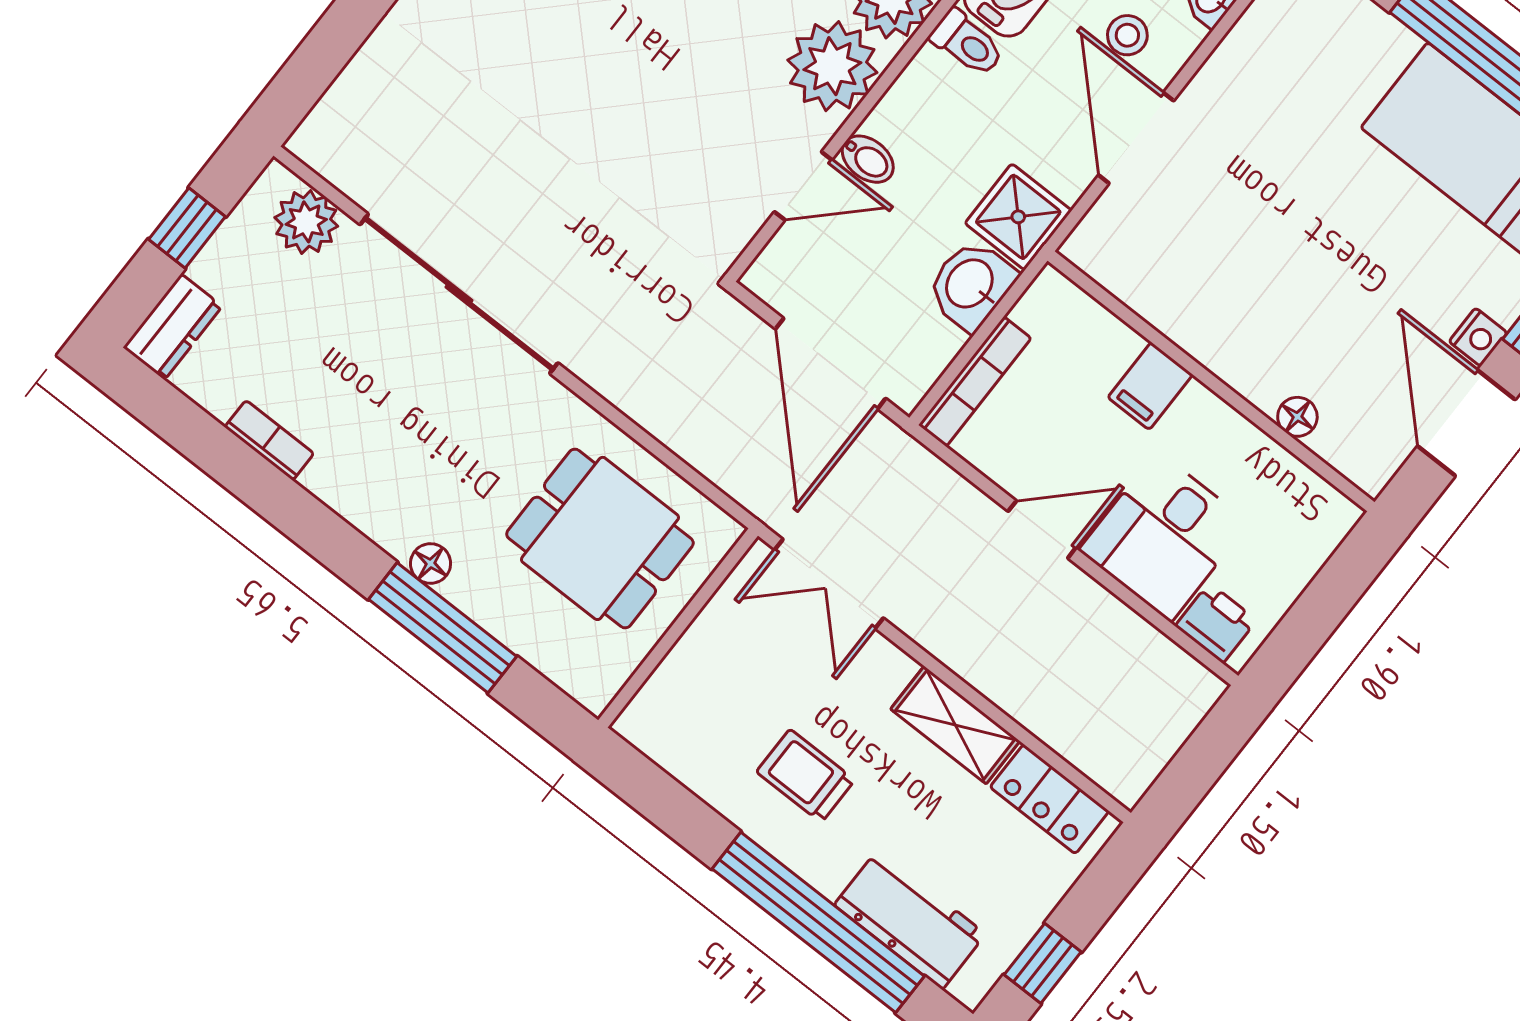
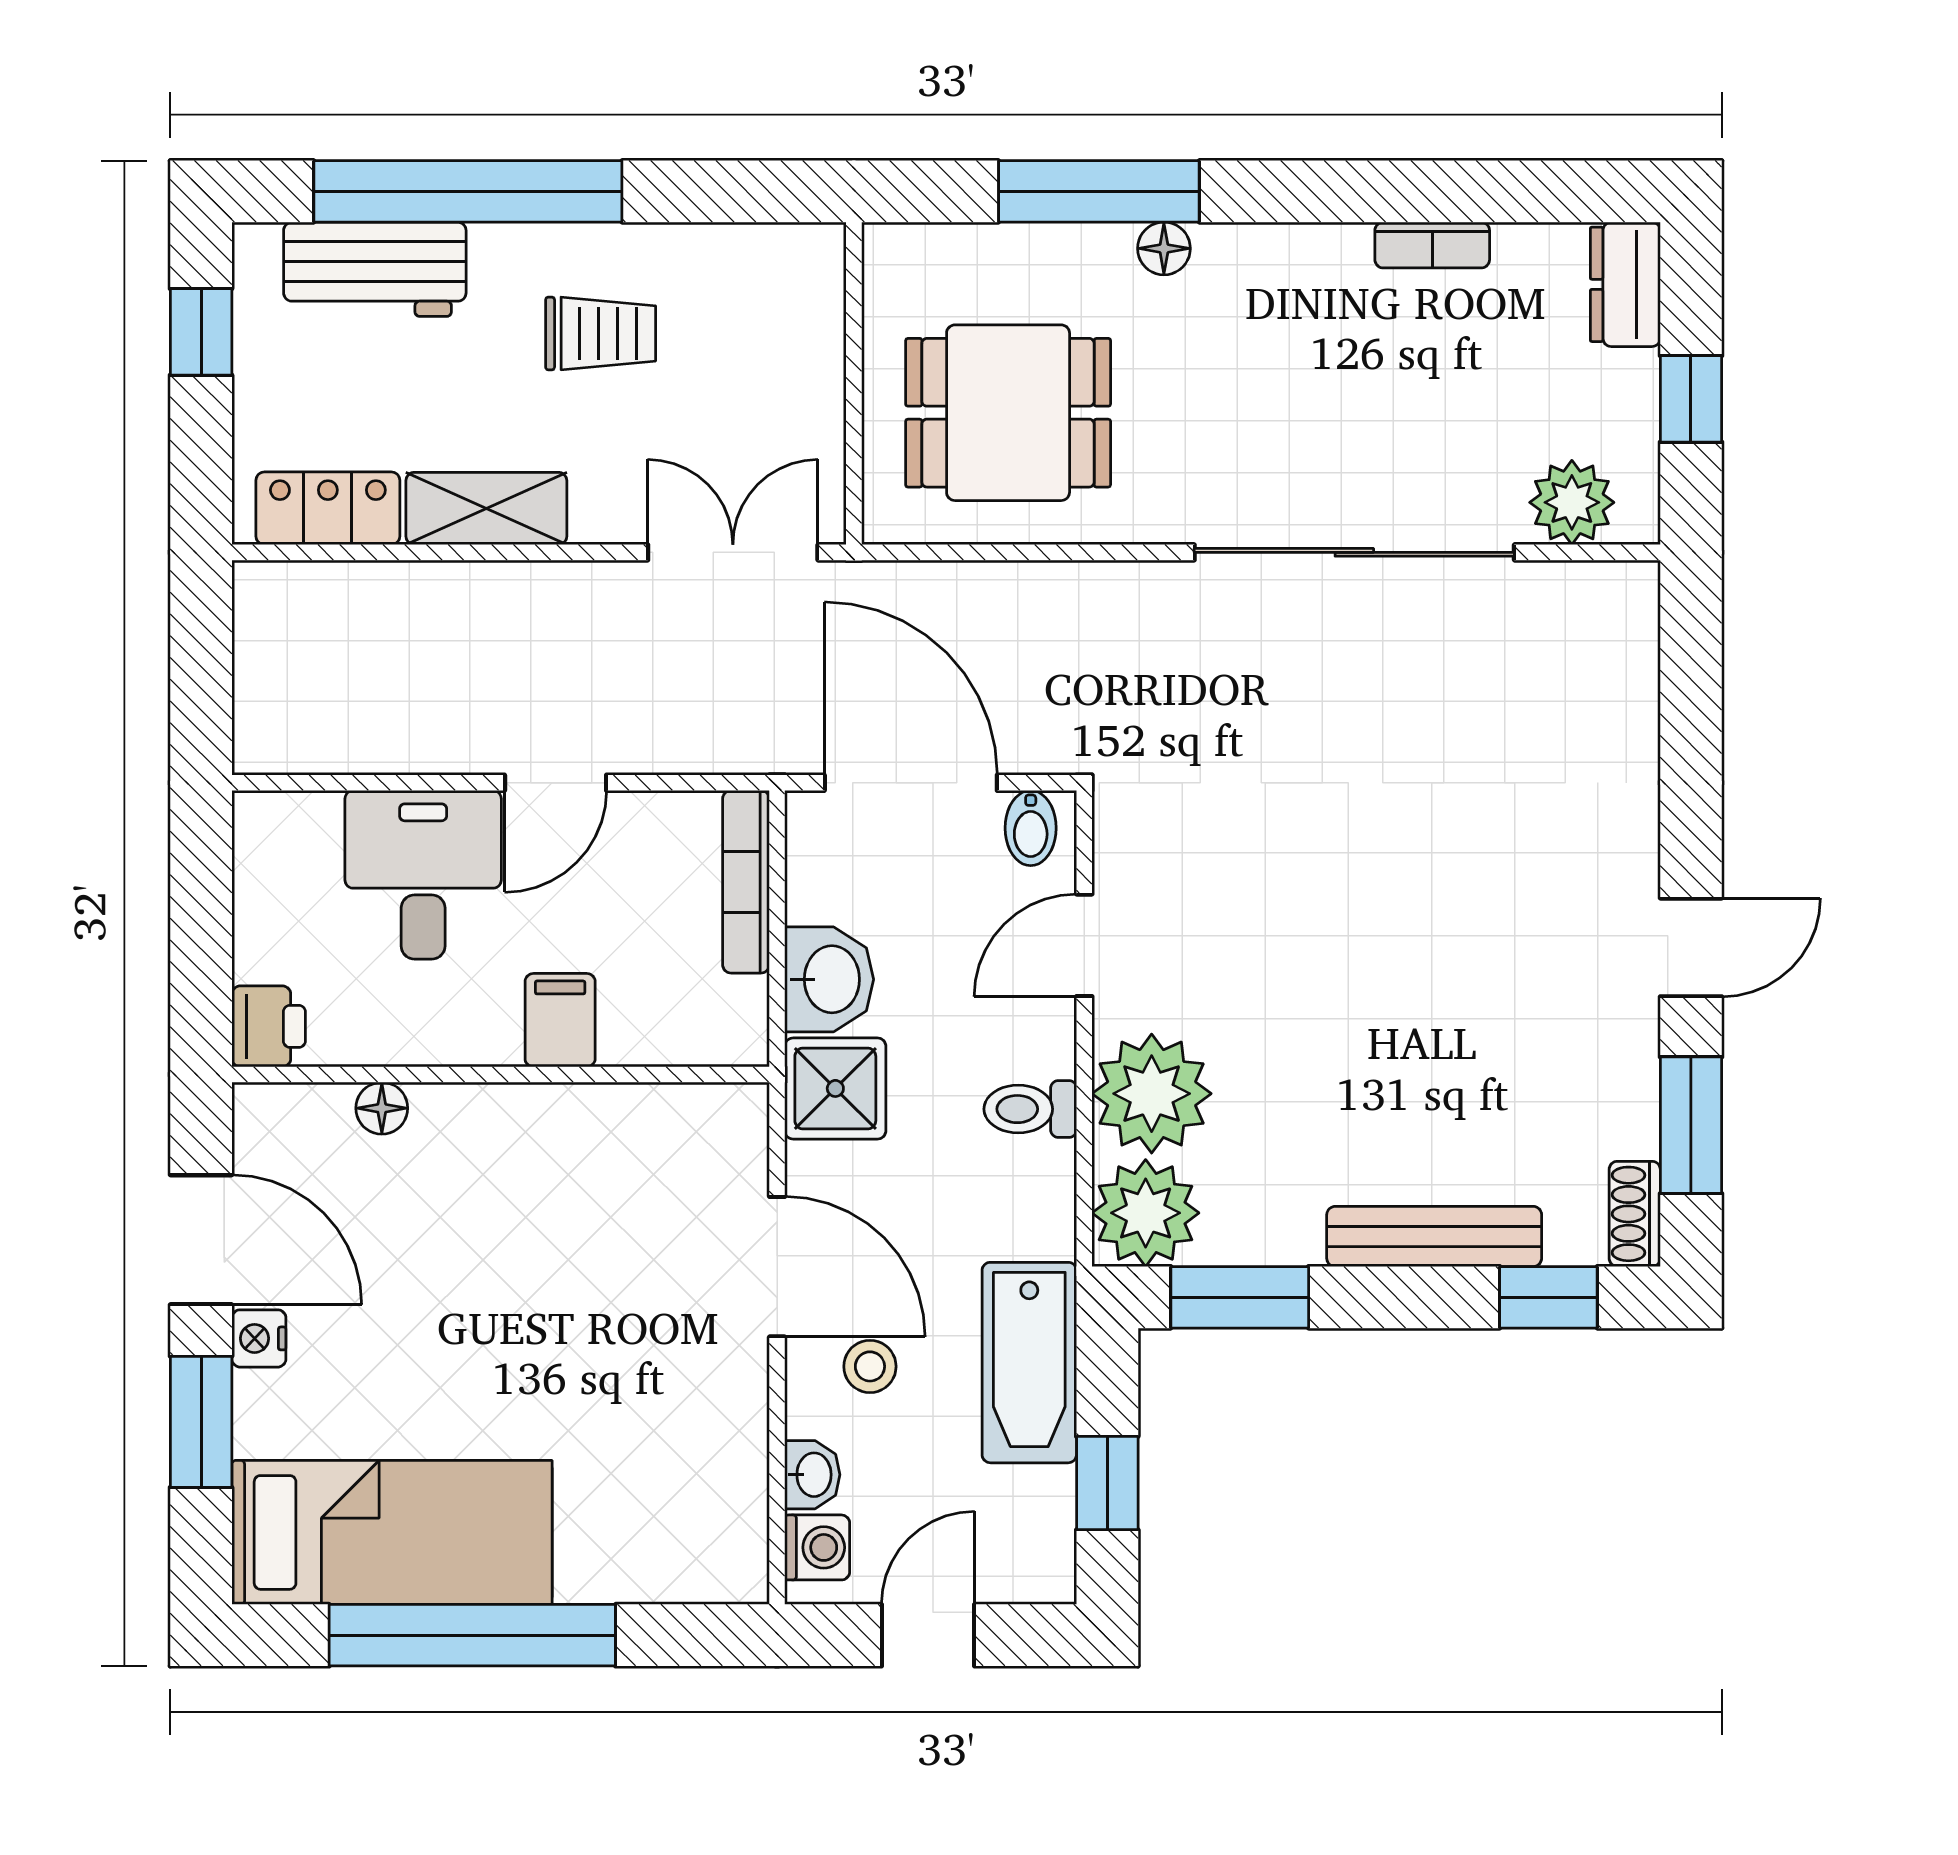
toilet: (967, 43) -> (1030, 1109), moved
bidet: (868, 159) -> (1031, 828), moved, turned -90
printer: (1216, 623) -> (269, 1026), moved, turned -90

